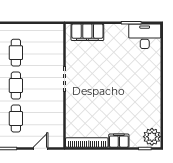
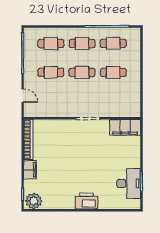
filing cabinet: (87, 32) -> (125, 127), moved, turned -90
desk: (145, 36) -> (129, 183), moved
printer: (152, 81) -> (87, 201), added

